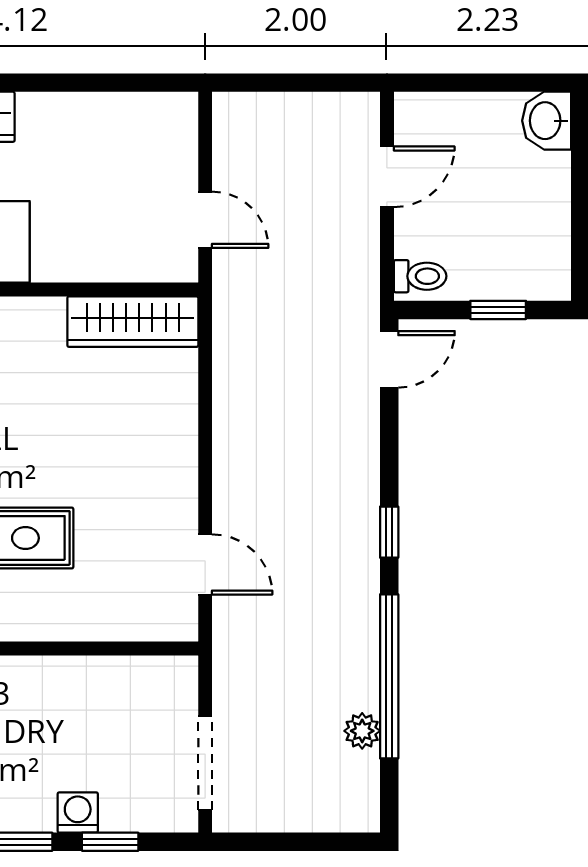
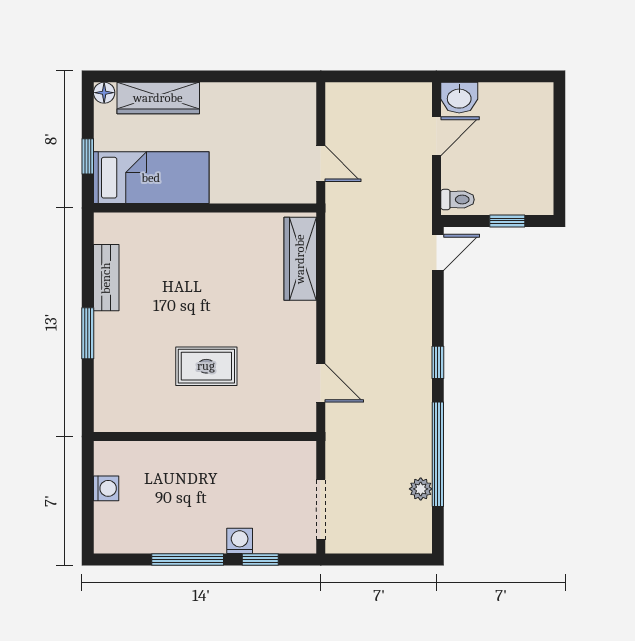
washbasin: (547, 121) -> (459, 98), moved, turned -90
wardrobe: (133, 322) -> (300, 259), moved, turned 90

